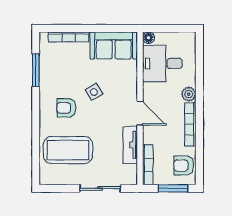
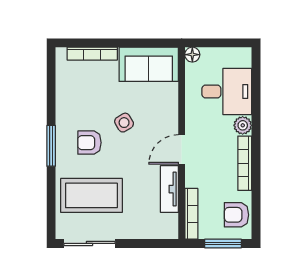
desk: (162, 63) -> (227, 92), moved, turned 180
window: (36, 70) -> (51, 146), moved
door: (140, 113) -> (182, 149), swing flipped
sliding door: (100, 188) -> (89, 243), moved

